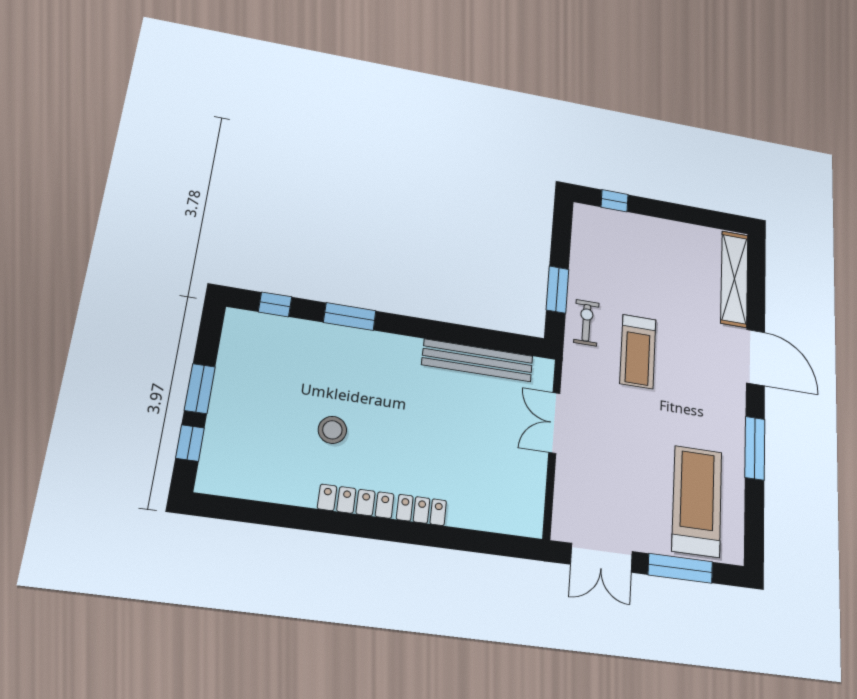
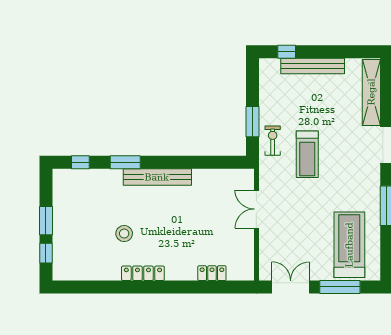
bench: (651, 227) -> (313, 66), added
bench: (478, 360) -> (157, 177), moved
locker: (421, 510) -> (212, 273), moved
double door: (601, 558) -> (291, 287), swing flipped

